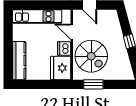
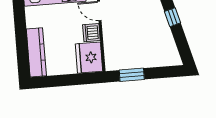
spiral stairs: (91, 56) -> (126, 40), removed

